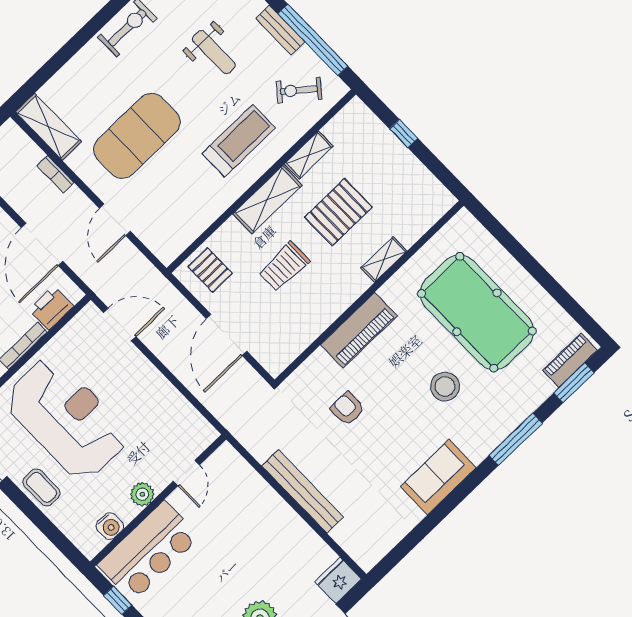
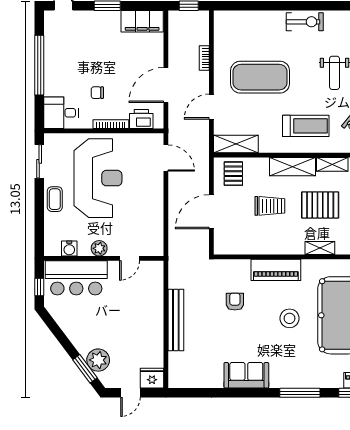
shelving: (48, 127) -> (236, 144), moved, turned 90
trolley: (284, 267) -> (270, 206), turned 180
stool: (445, 387) -> (289, 318), moved

